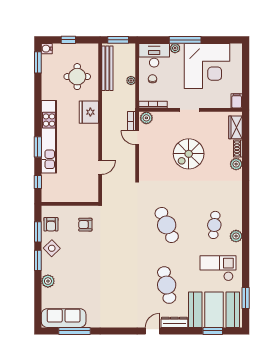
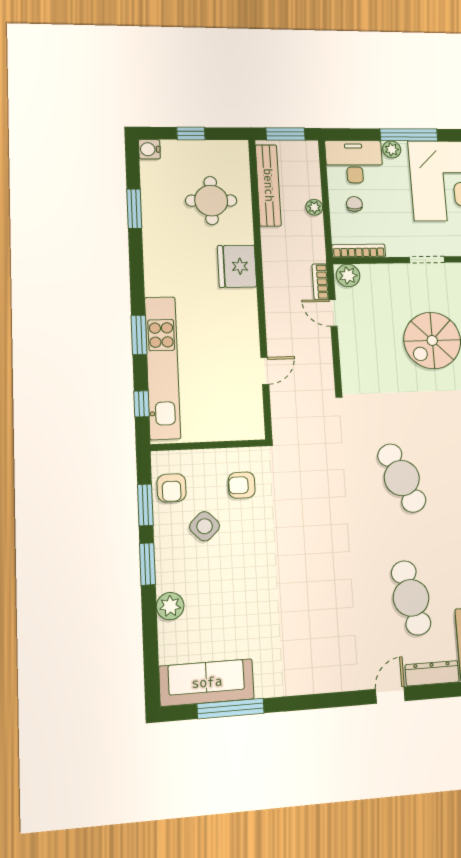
window: (38, 62) -> (134, 209), moved
kitchen unit: (49, 137) -> (163, 368), moved
side table: (52, 248) -> (205, 526), moved

